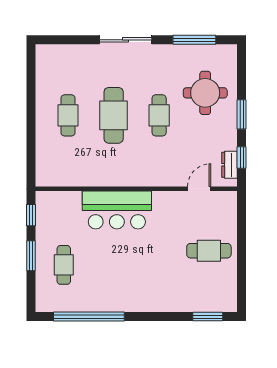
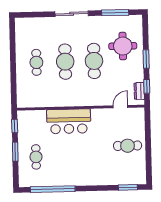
cafe table: (159, 115) -> (94, 61), width x1.37, depth x1.35

